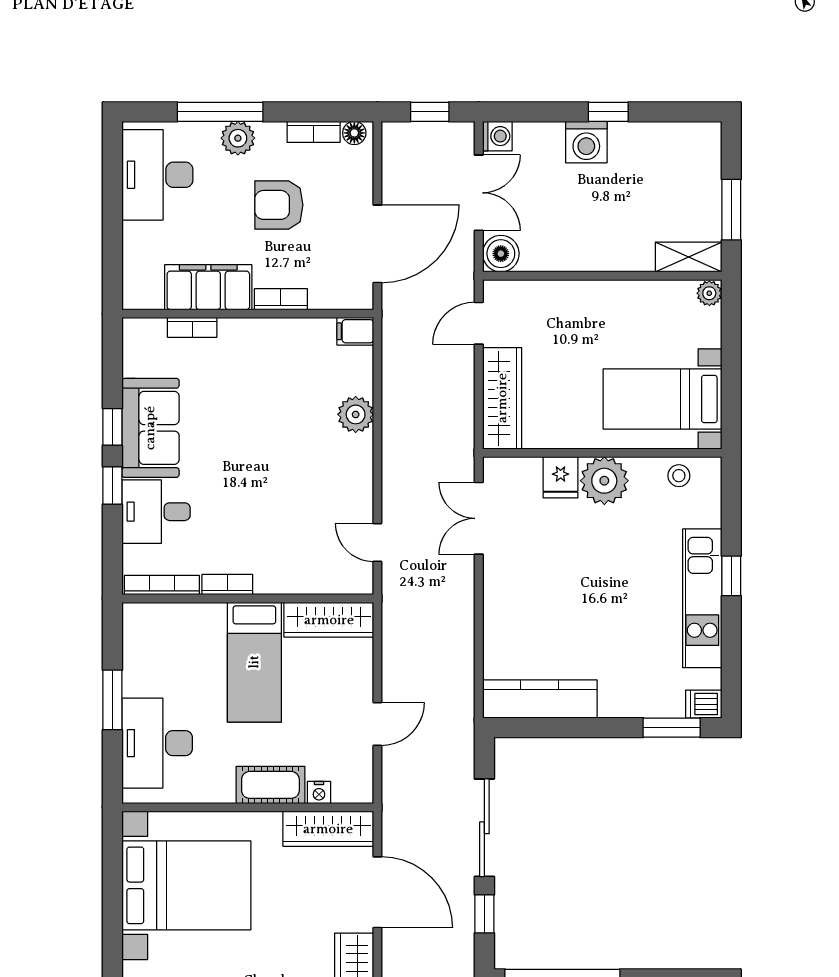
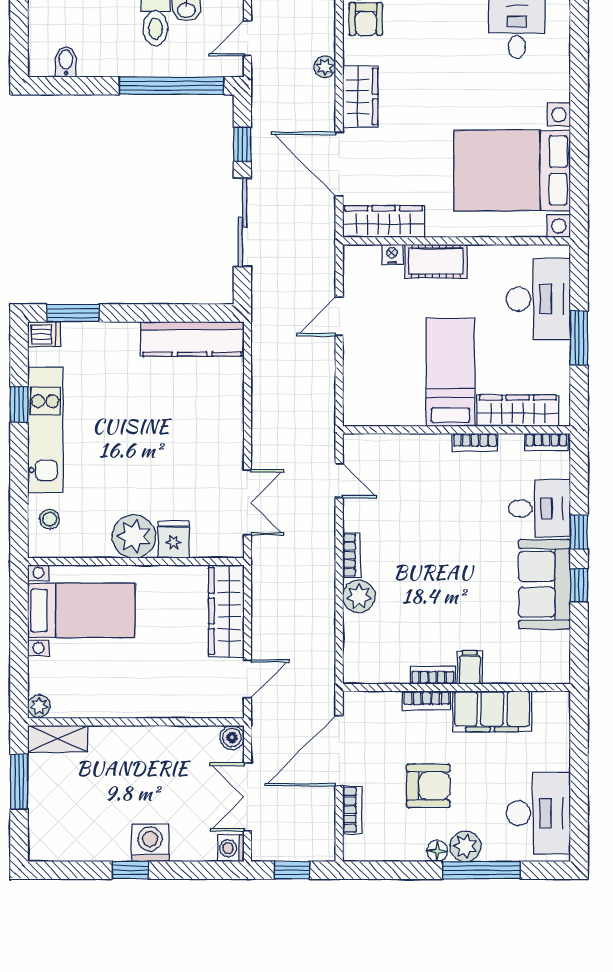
bookcase: (314, 132) -> (352, 810), moved, turned 90
floor lamp: (354, 133) -> (437, 851), moved
boiler: (501, 254) -> (232, 737), width x0.73, depth x0.73
bookcase: (192, 327) -> (433, 675), moved
filing cabinet: (355, 331) -> (470, 667), moved, turned -90
bookcase: (364, 460) -> (352, 555), added
stool: (679, 476) -> (50, 519), moved
window: (731, 576) -> (19, 405), moved
bookcase: (162, 585) -> (546, 442), width x0.64
wardrobe: (329, 620) -> (518, 411), moved

